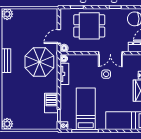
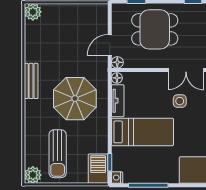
parasol: (39, 62) -> (75, 99), moved
barbecue: (51, 103) -> (98, 169), moved
bed: (86, 109) -> (142, 132), moved, turned 90
sun lounger: (24, 110) -> (58, 154), added

